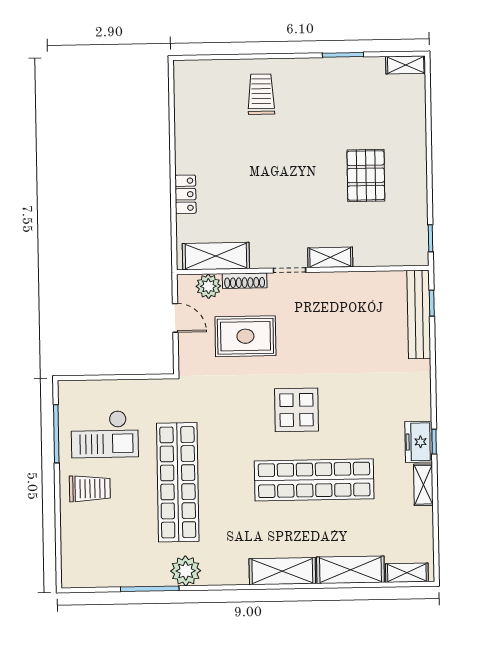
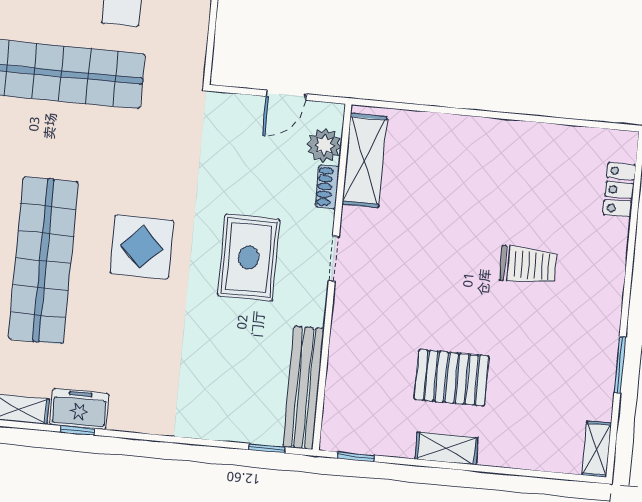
trolley: (261, 94) -> (528, 265), moved
locker: (185, 194) -> (619, 190), moved, turned 90
shelving: (330, 257) -> (447, 448), moved, turned 90
shoe rack: (245, 281) -> (327, 187), width x0.70
bench: (419, 314) -> (303, 388), moved, turned 90
rug: (245, 336) -> (249, 258), moved

